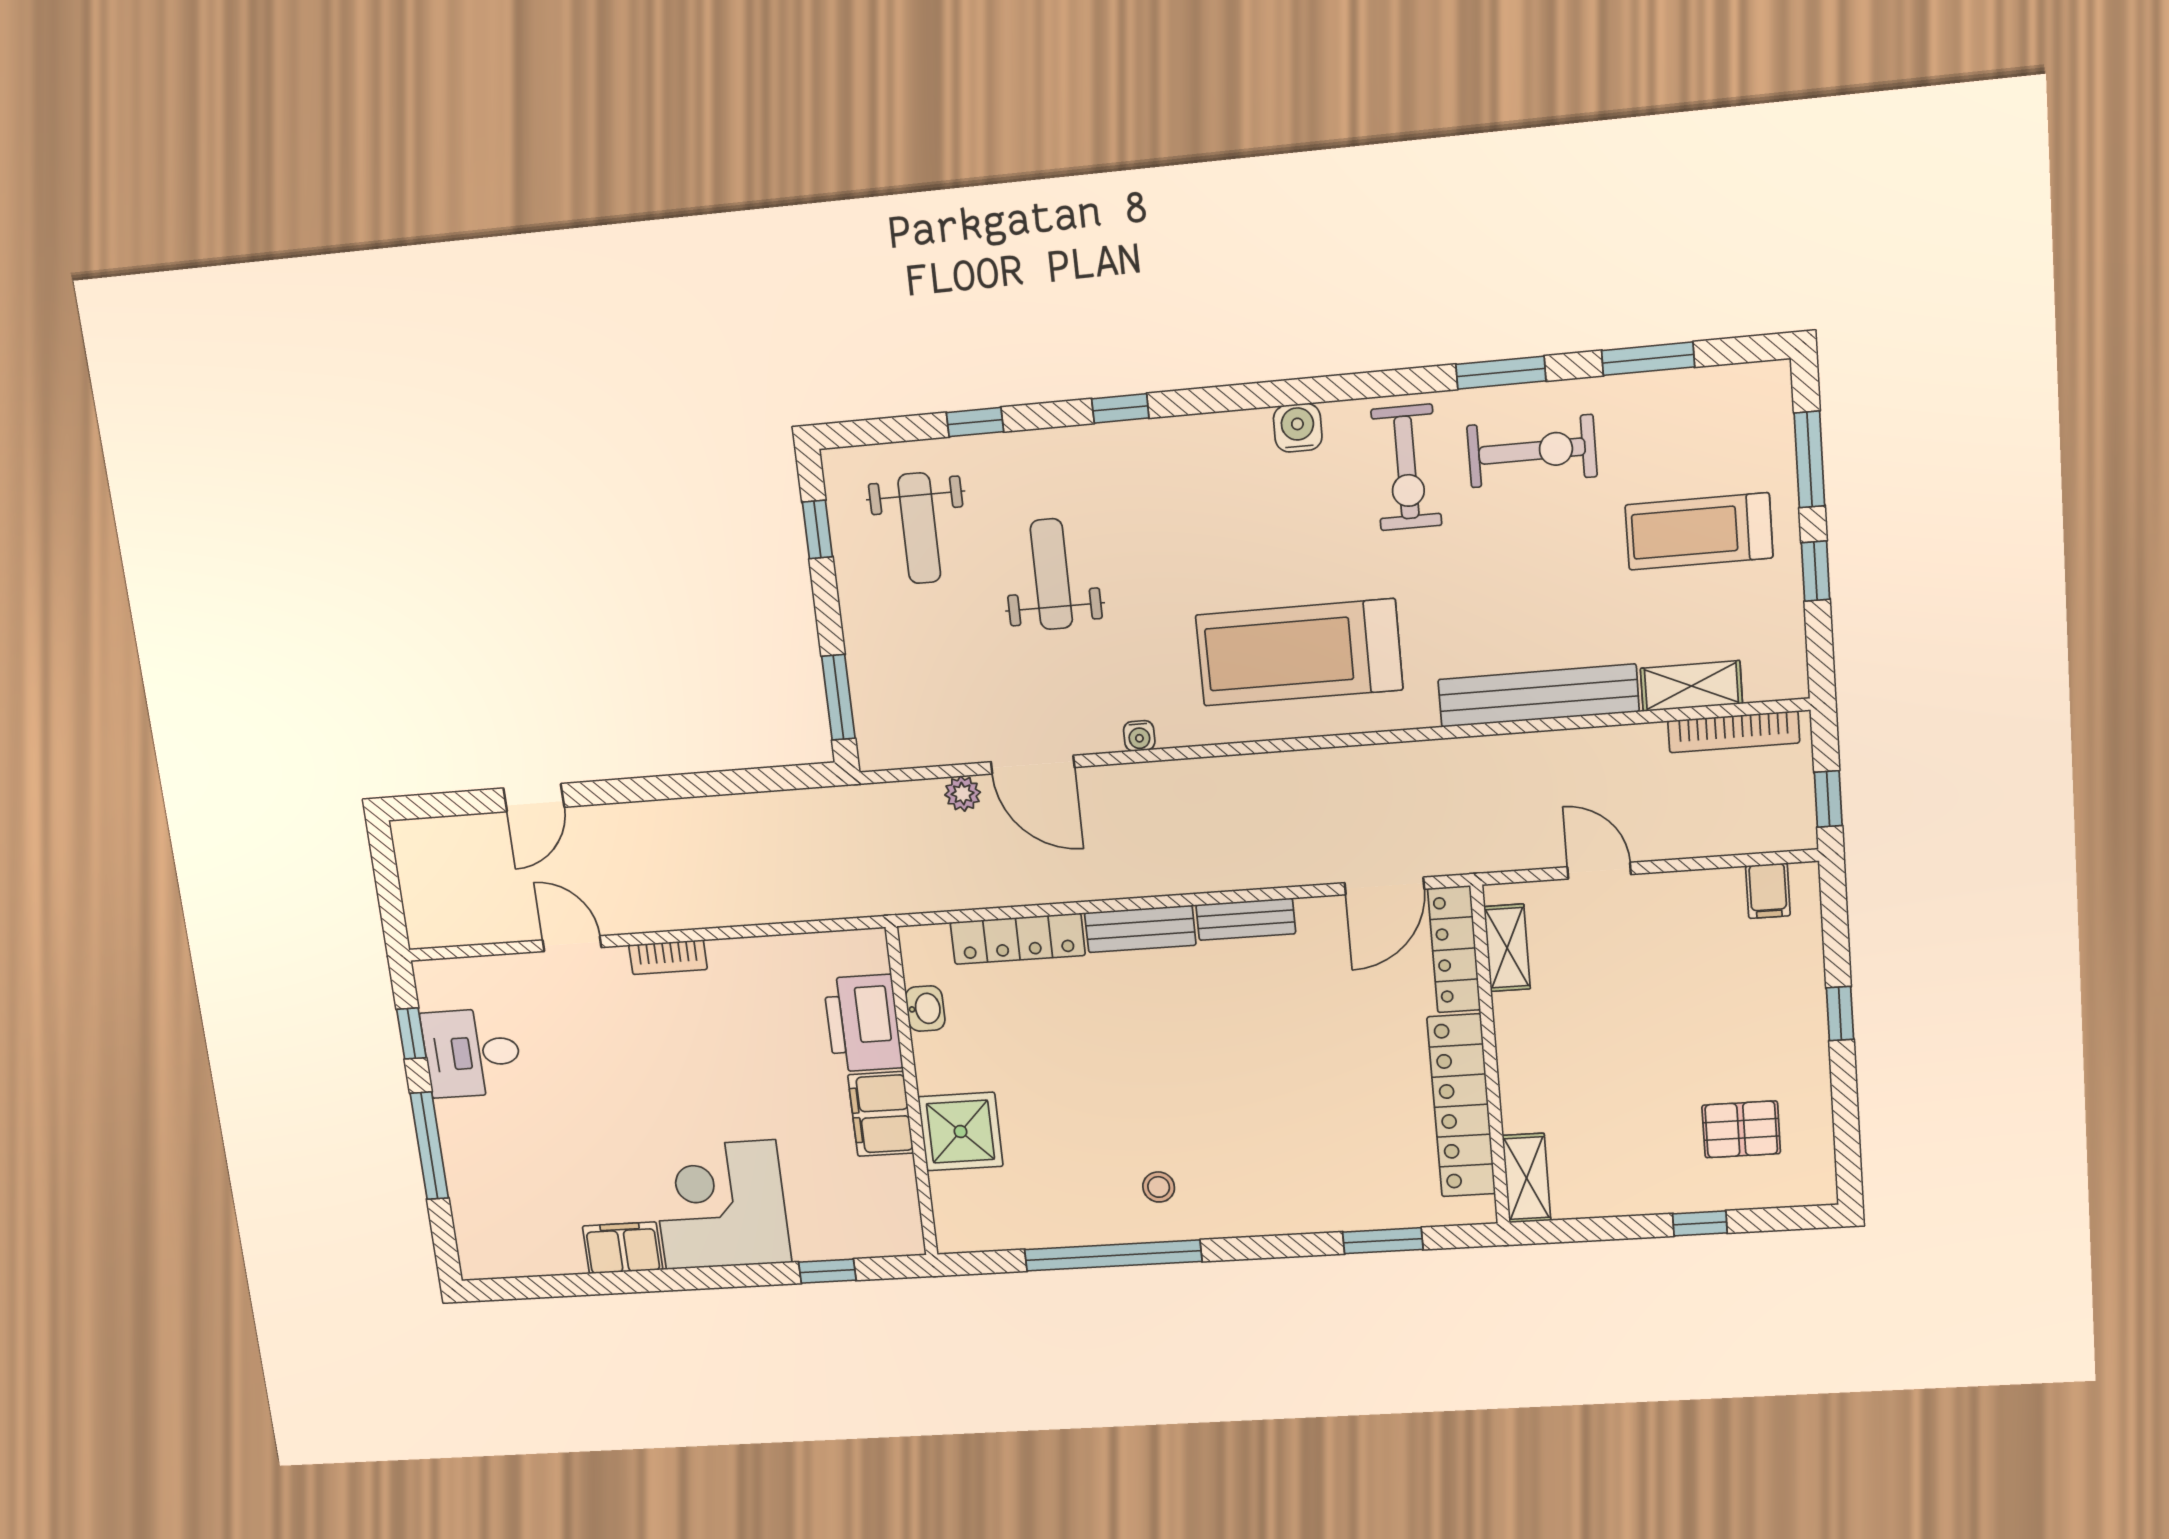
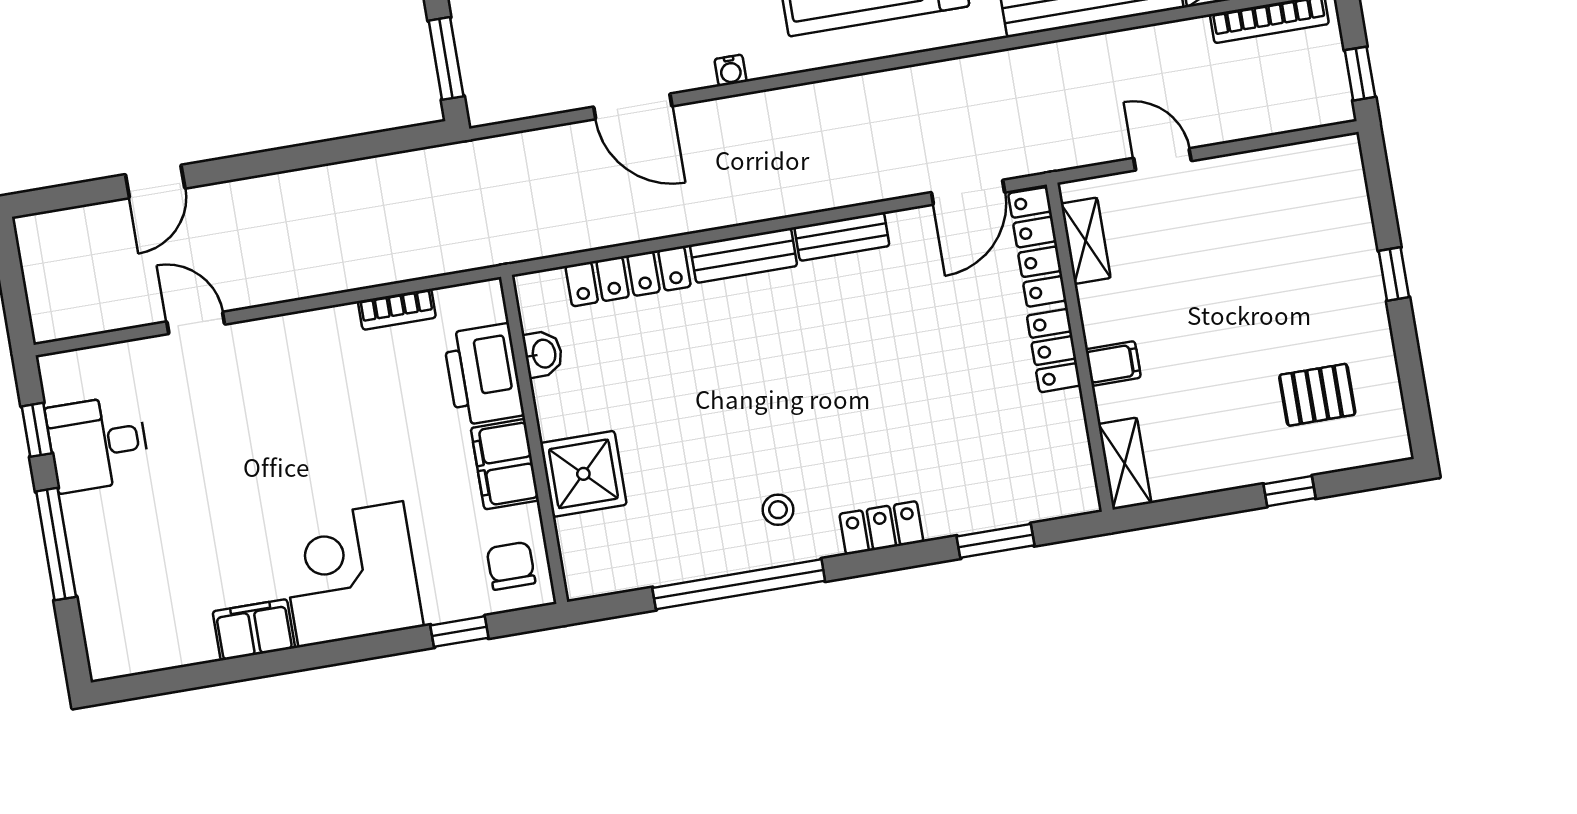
plant: (963, 794) -> (568, 140), removed
filing cabinet: (1768, 891) -> (1113, 363), moved, turned -90
bookcase: (668, 957) -> (397, 309), moved
locker: (1461, 1106) -> (1054, 351), width x0.46, depth x0.83
chair: (882, 1213) -> (511, 566), added
locker: (1265, 1216) -> (881, 528), added

